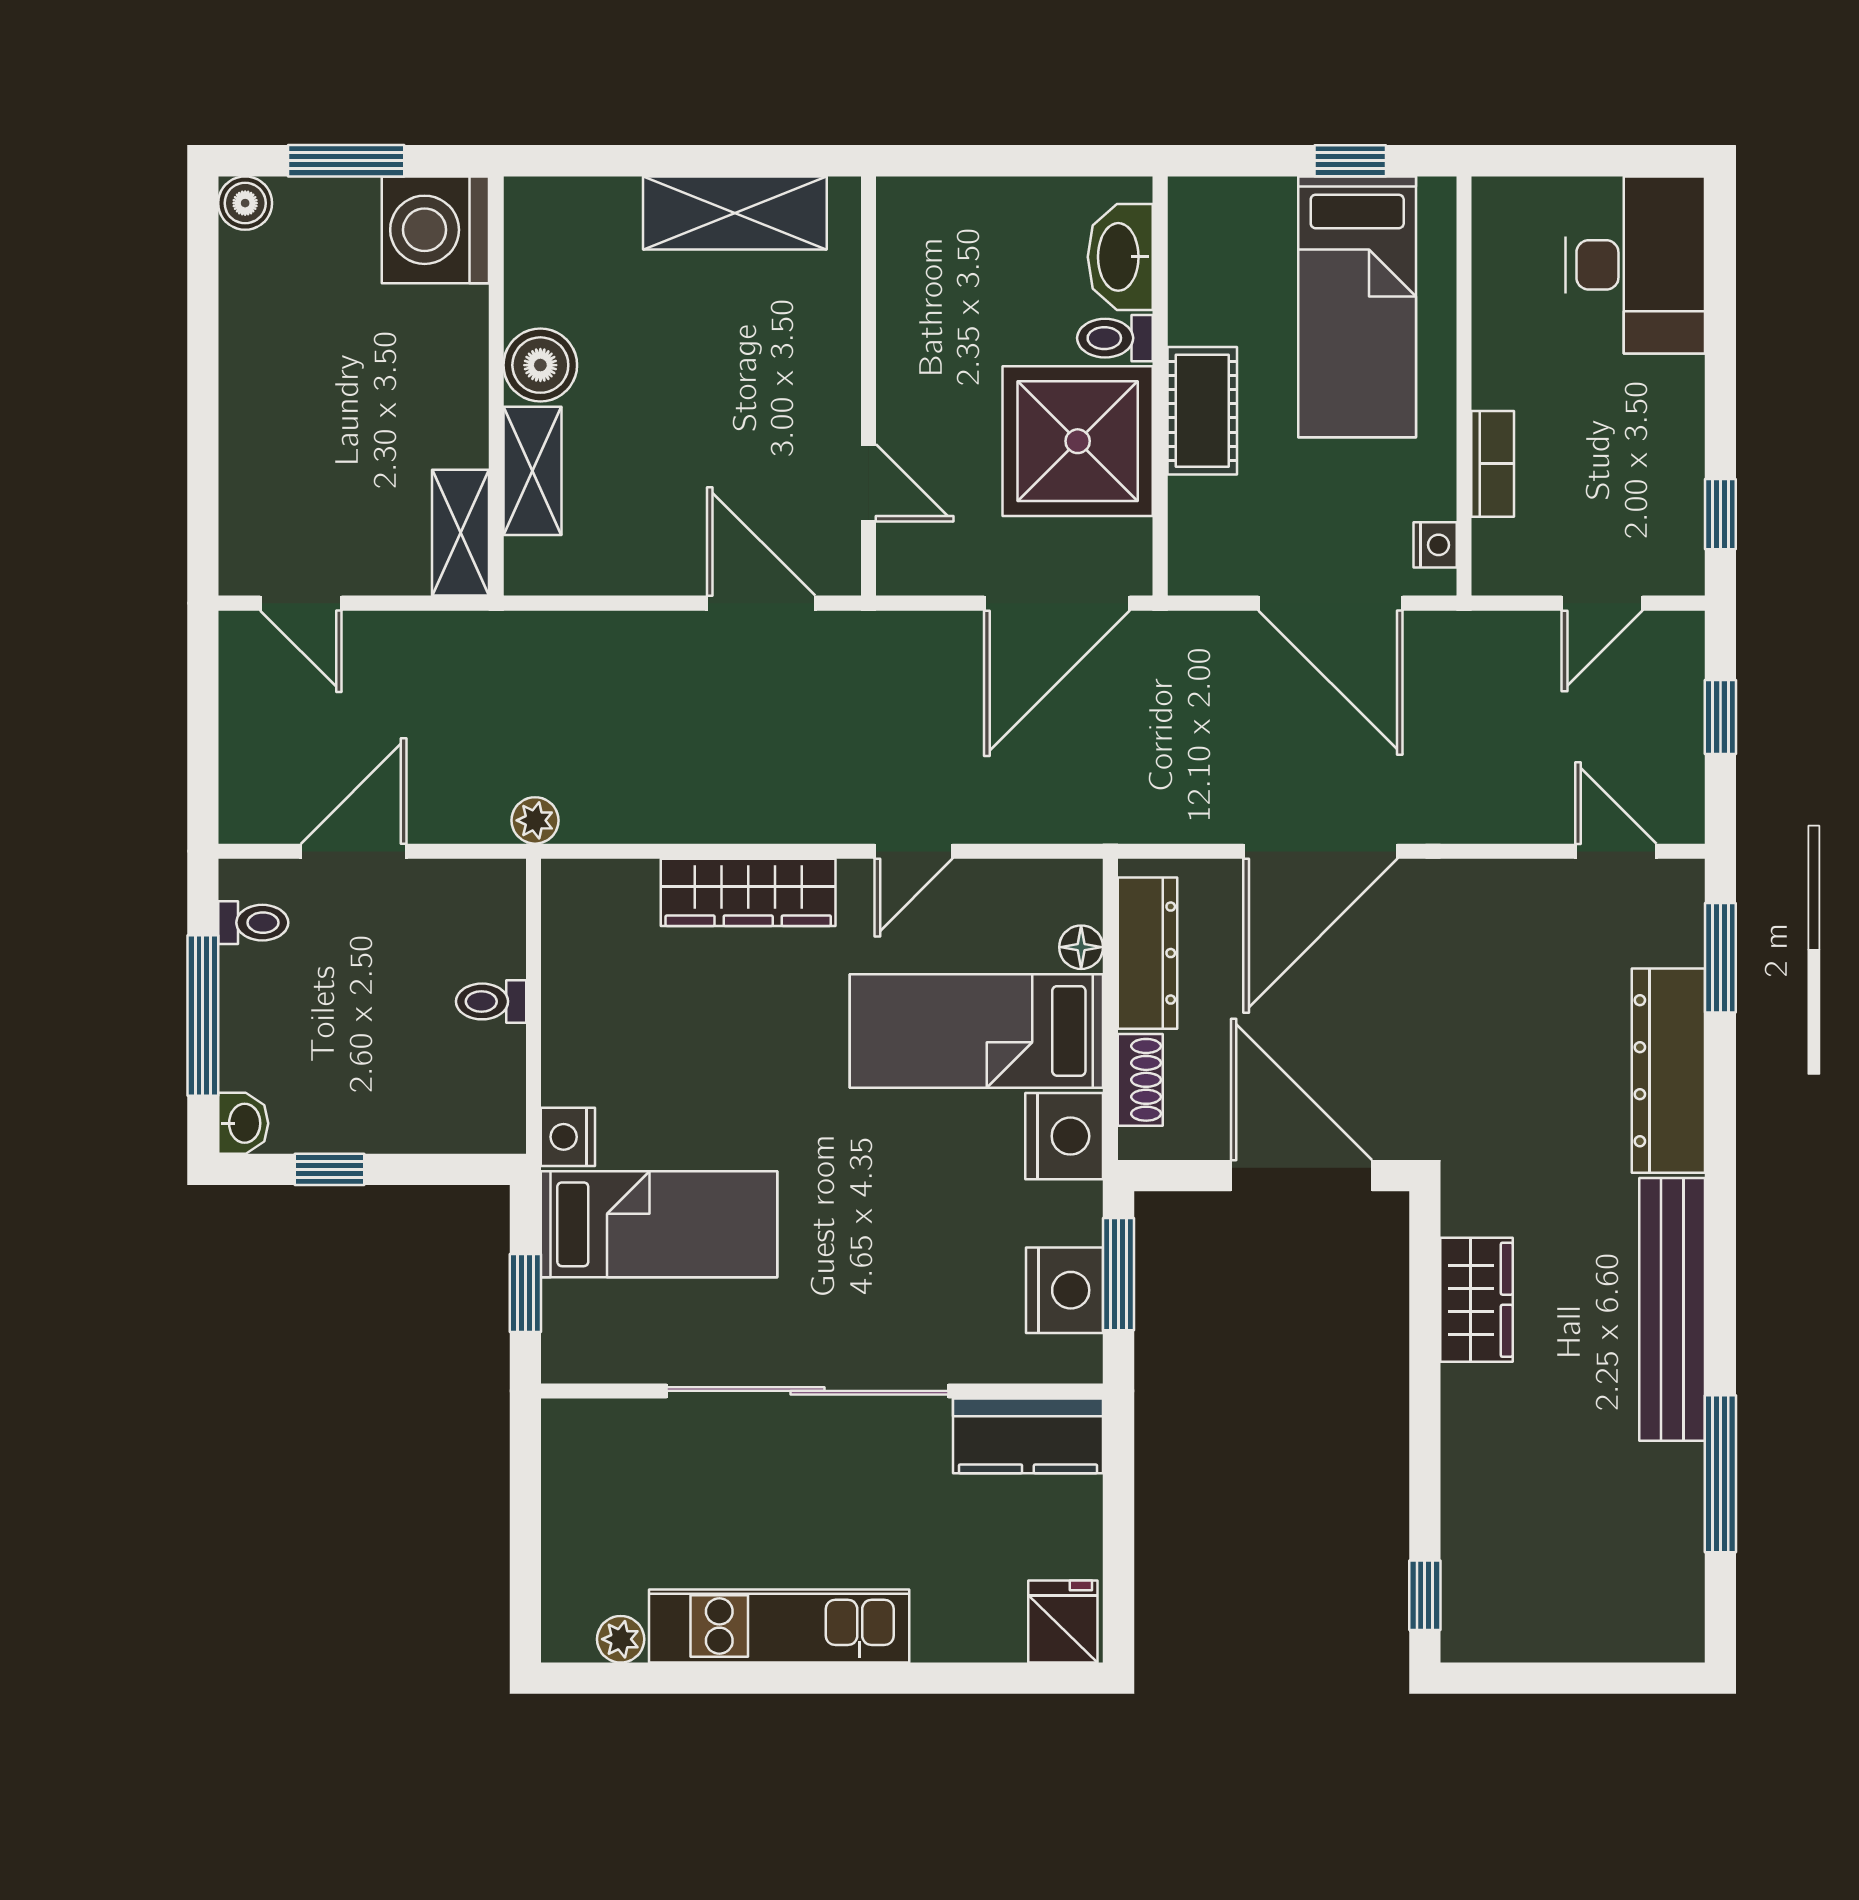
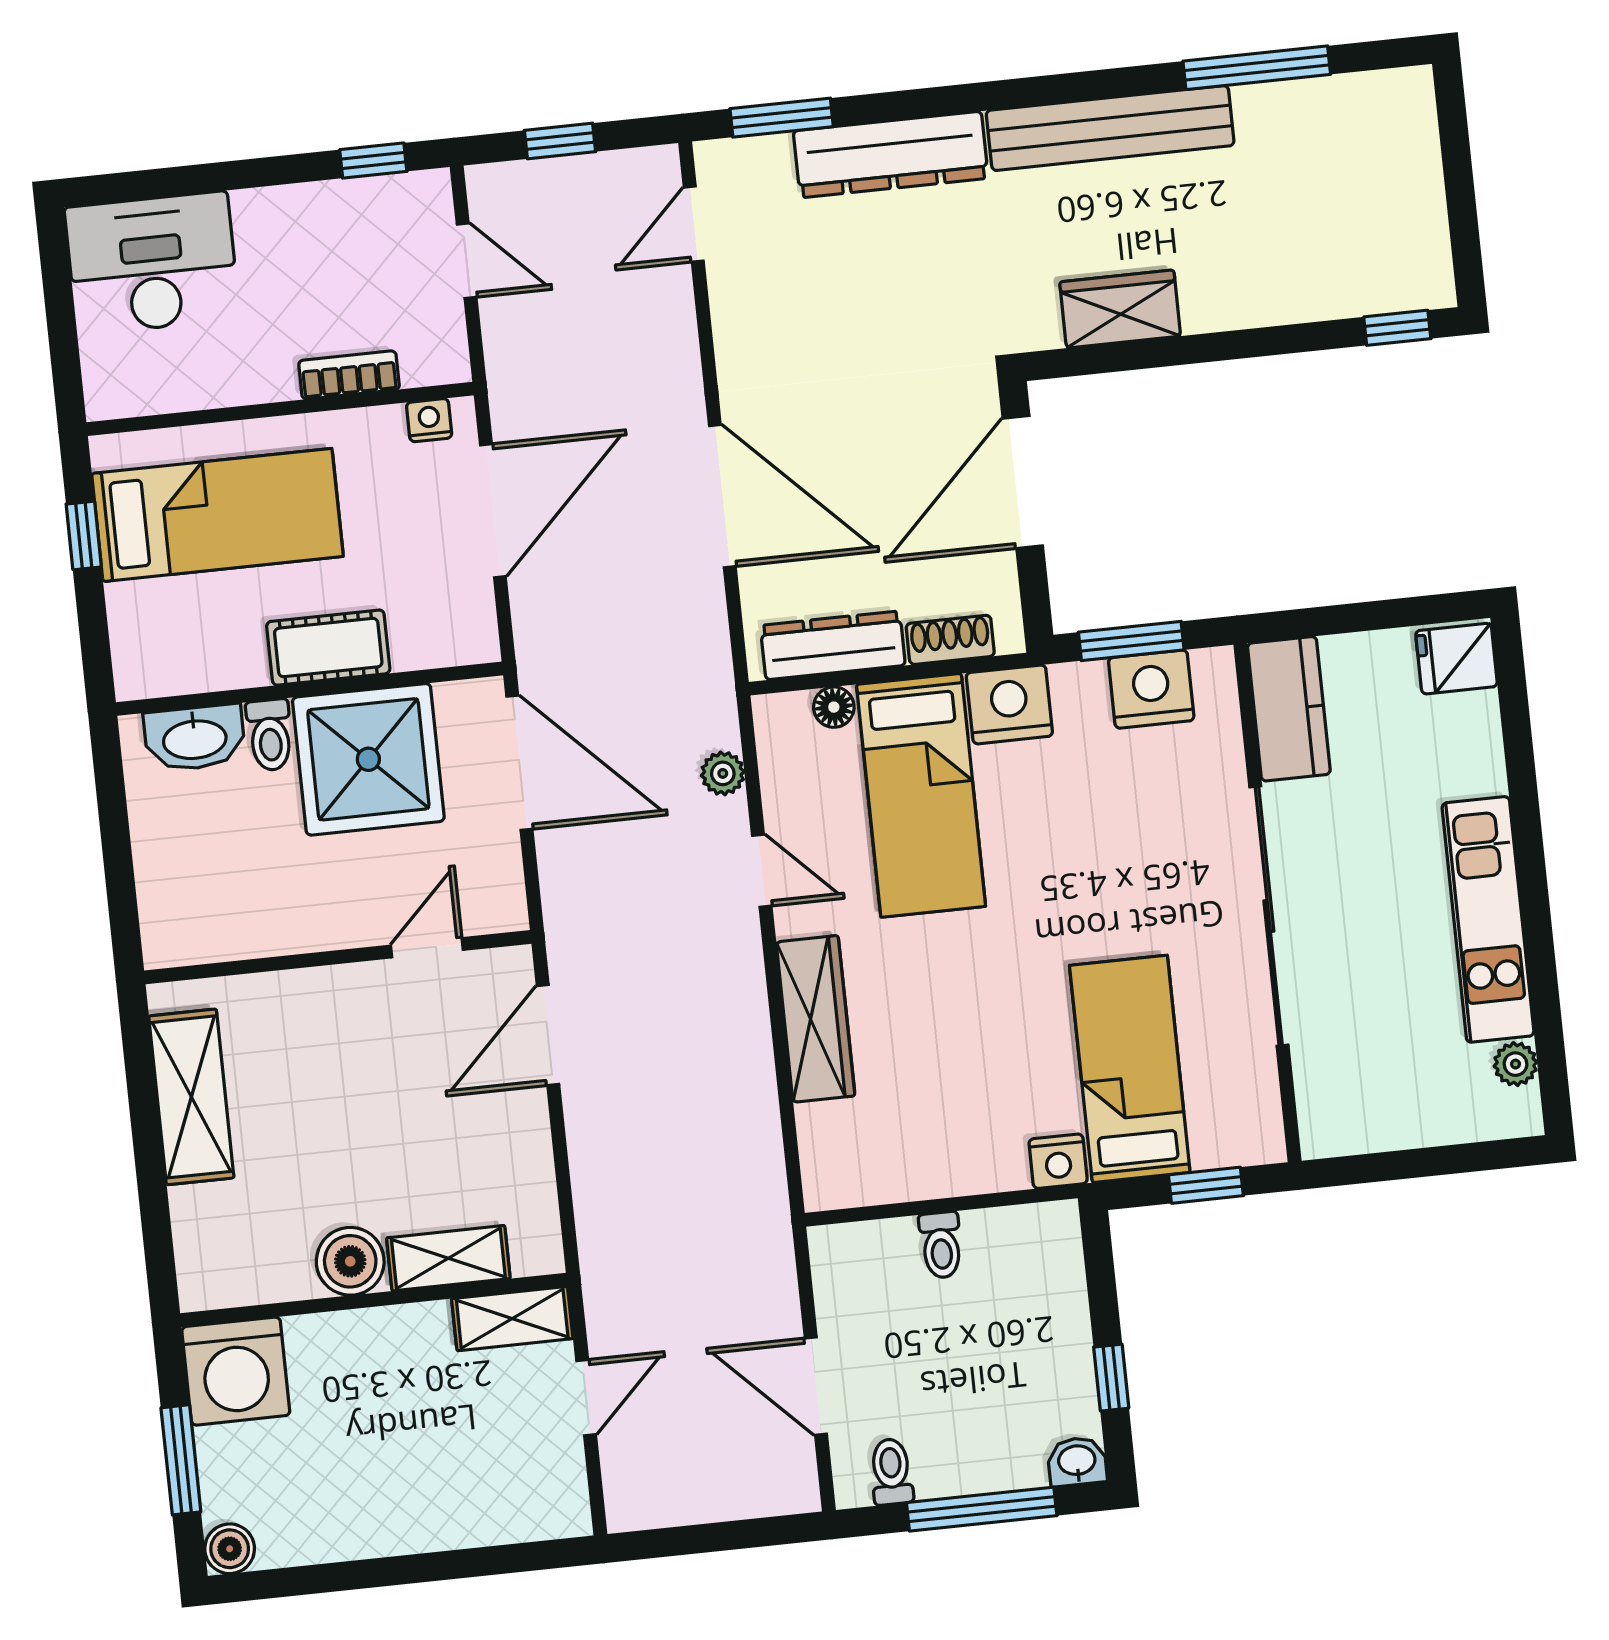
door: (301, 603) -> (586, 1398), moved
plant: (535, 820) -> (723, 773), moved

